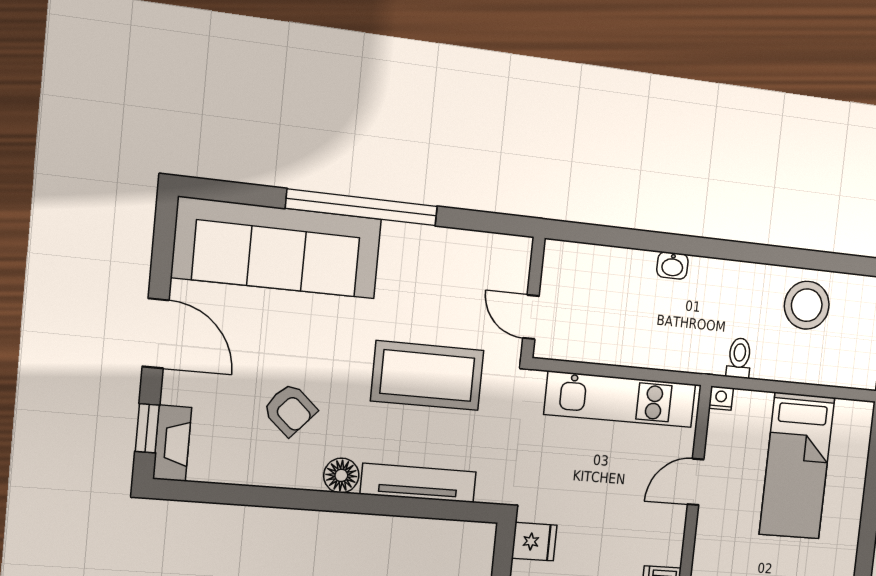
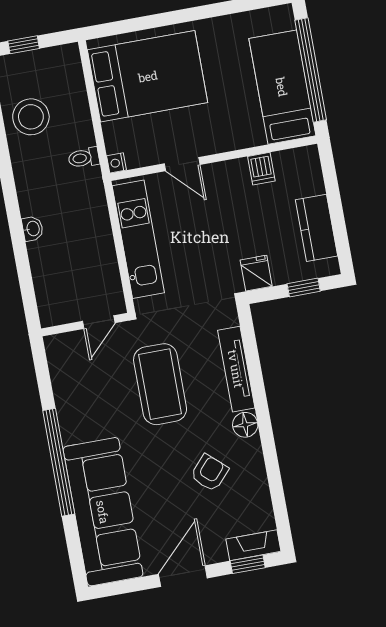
bed: (797, 466) -> (148, 76), width x1.50

